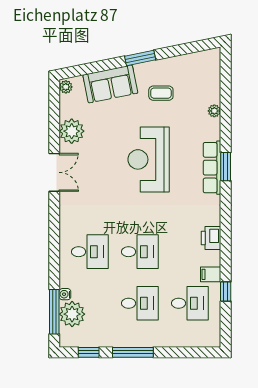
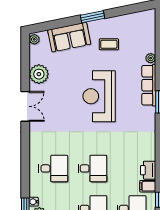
row of seats: (212, 168) -> (149, 85), moved
printer: (211, 238) -> (148, 170), moved

